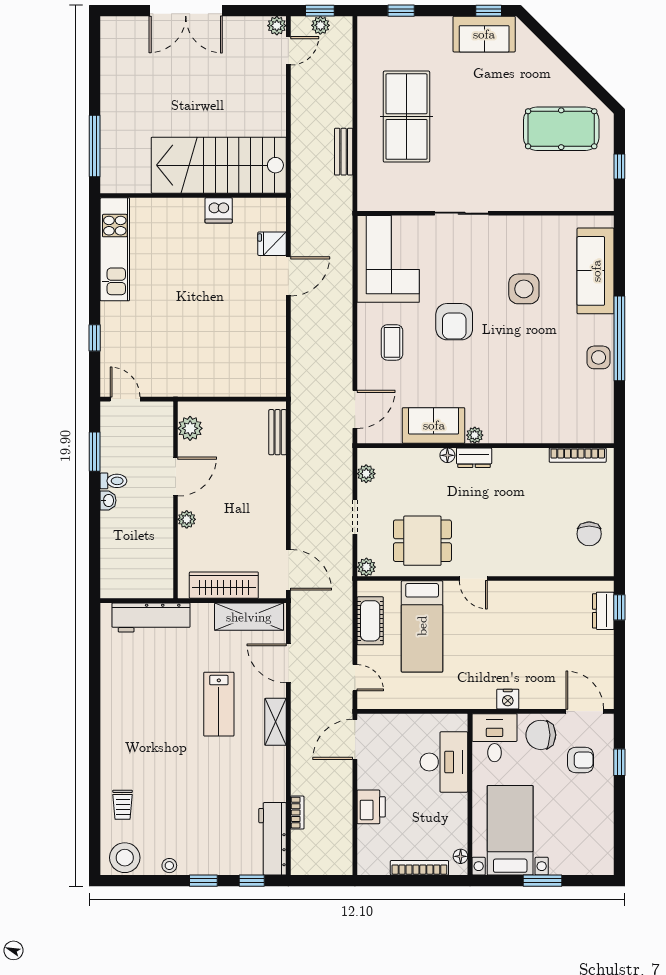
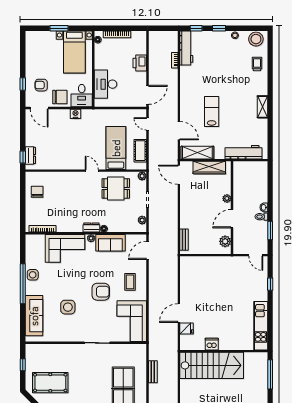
armchair: (454, 322) -> (101, 292), turned 90
corner sofa: (530, 414) -> (65, 248), added
shelving: (276, 722) -> (262, 107), moved

